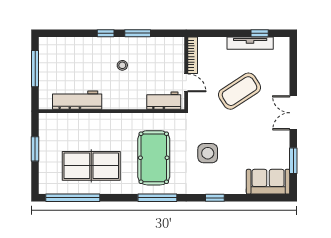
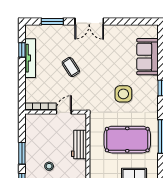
coffee table: (239, 91) -> (71, 67), width x0.54, depth x0.58
workbench: (164, 101) -> (79, 145), moved
window: (293, 161) -> (52, 22), moved
sofa: (268, 182) -> (147, 57), moved

